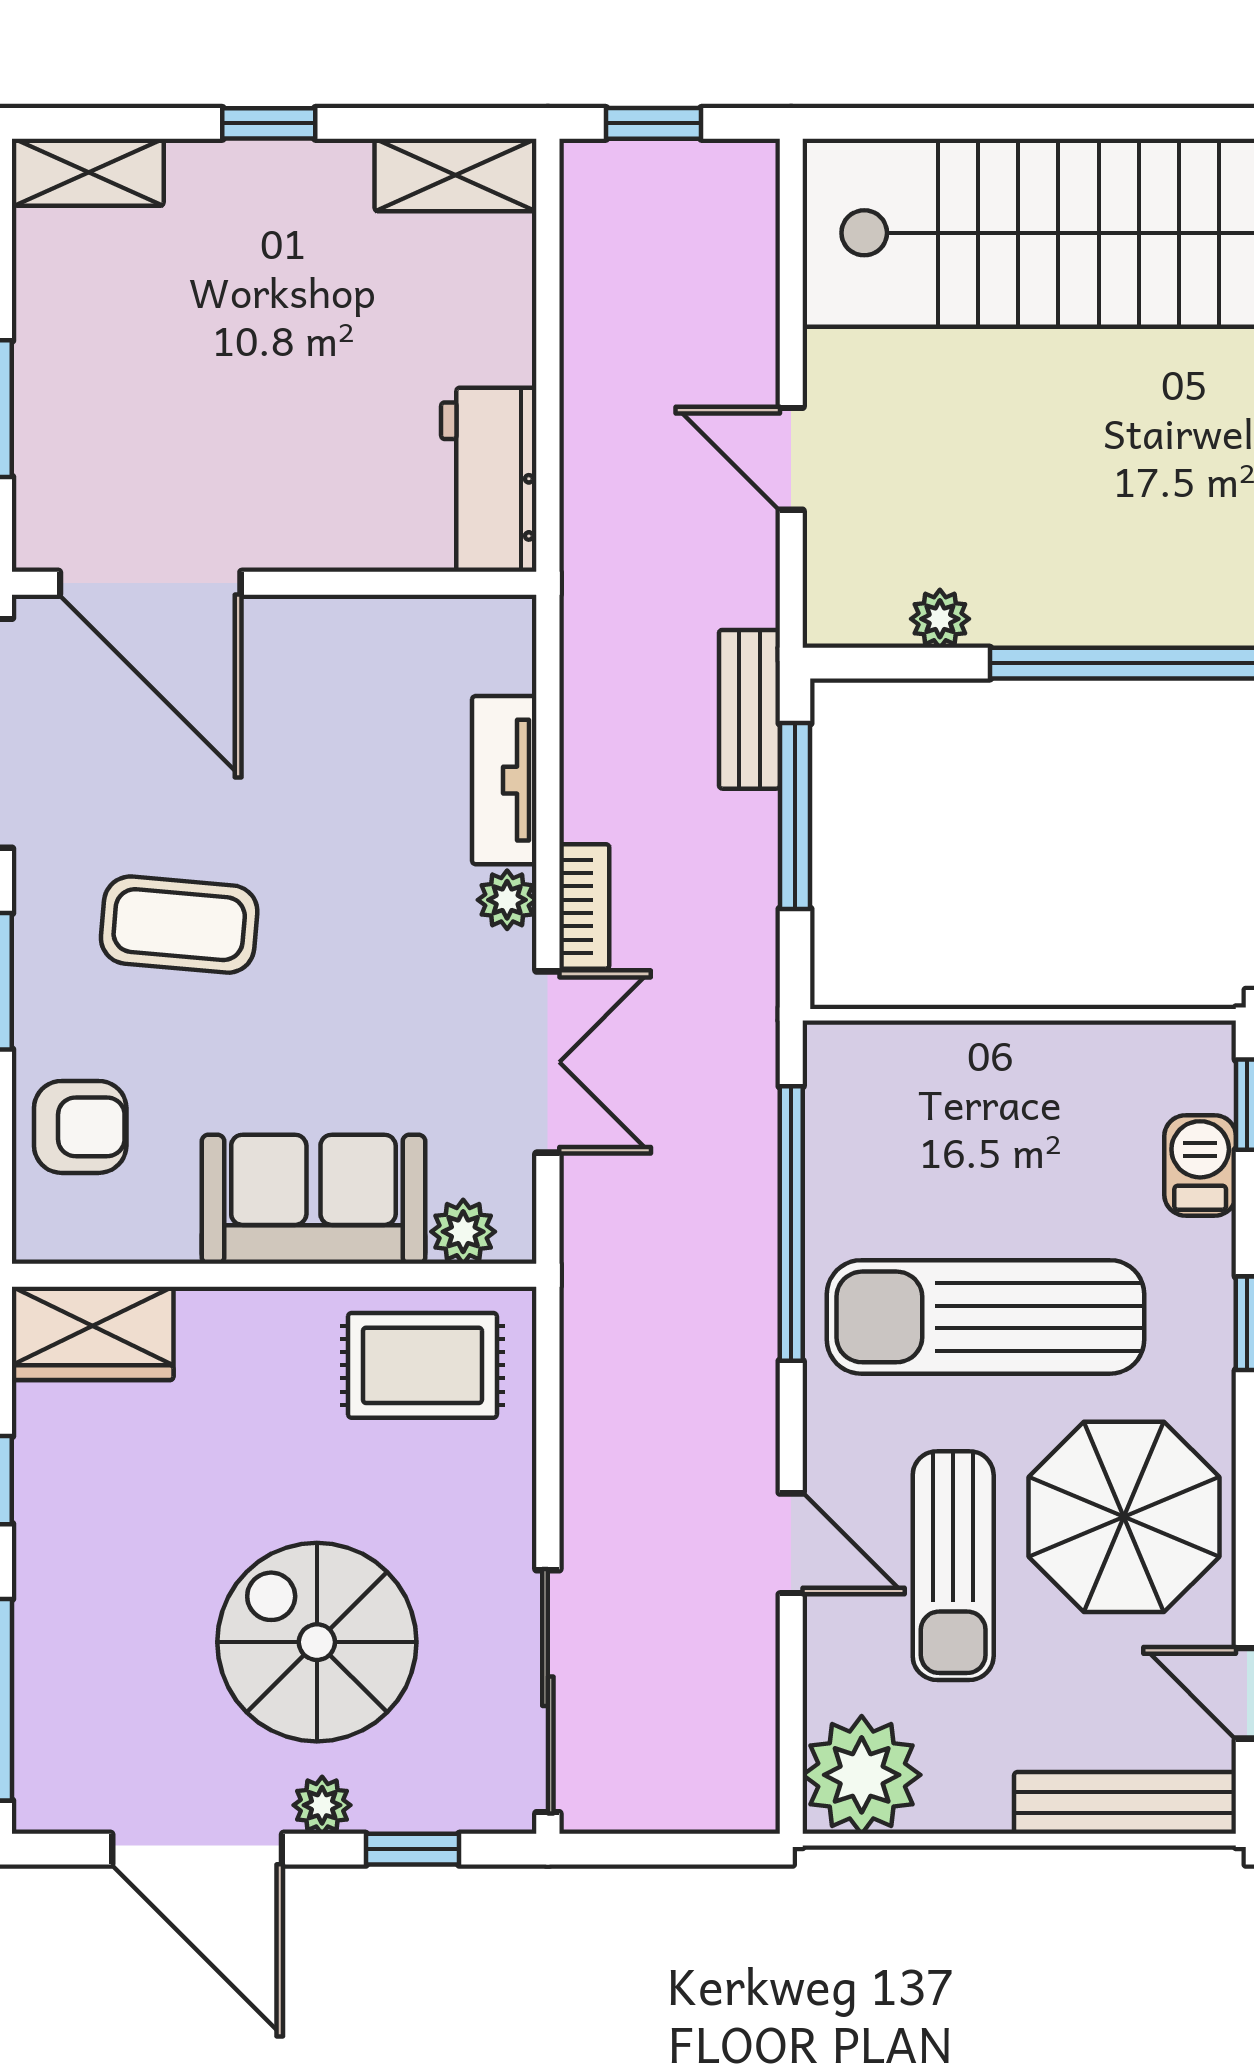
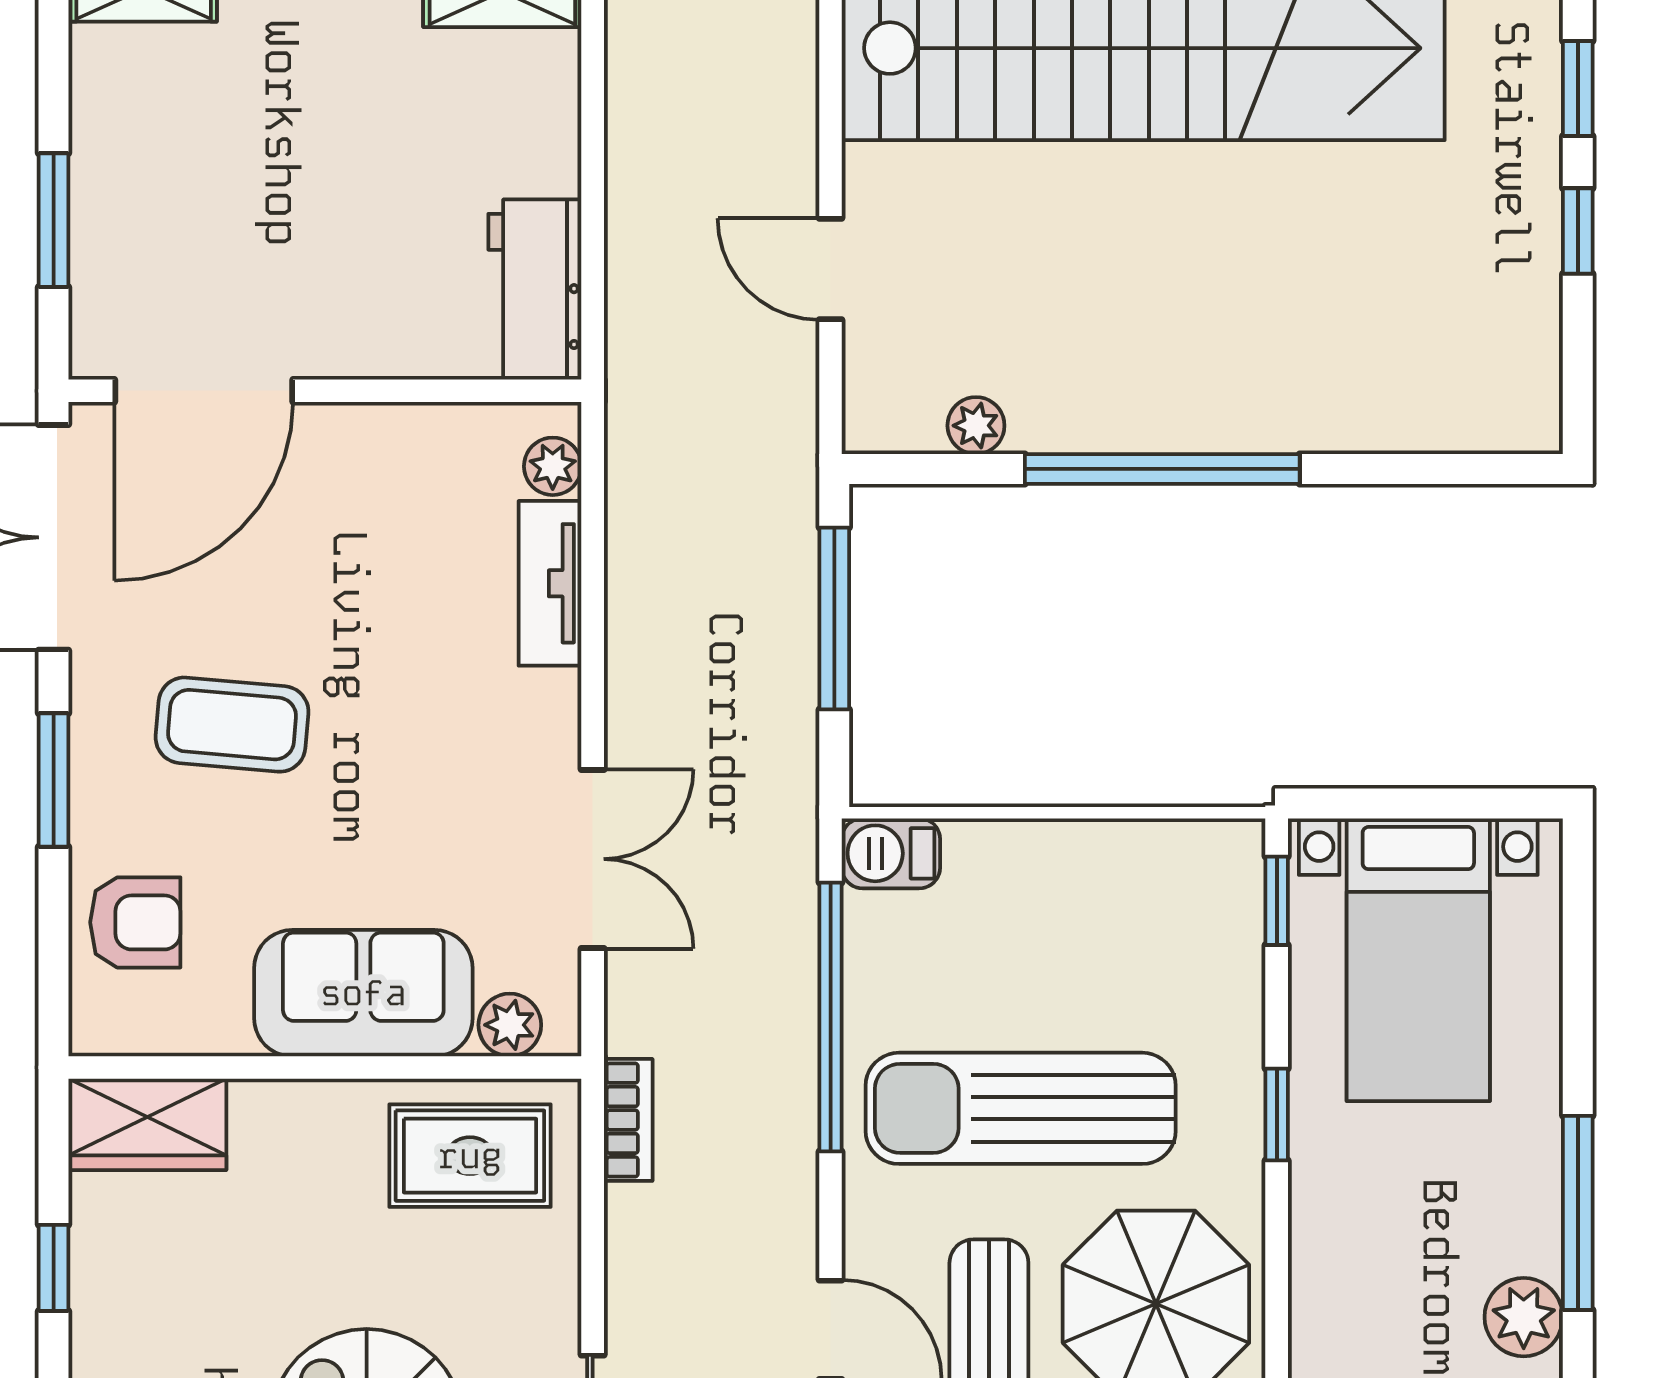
door: (150, 583) -> (204, 391), hinge flipped
bench: (749, 709) -> (790, 514), removed
plant: (507, 900) -> (553, 466), moved
bookcase: (584, 906) -> (628, 1120), moved
barbecue: (1200, 1165) -> (891, 853), moved, turned -90

